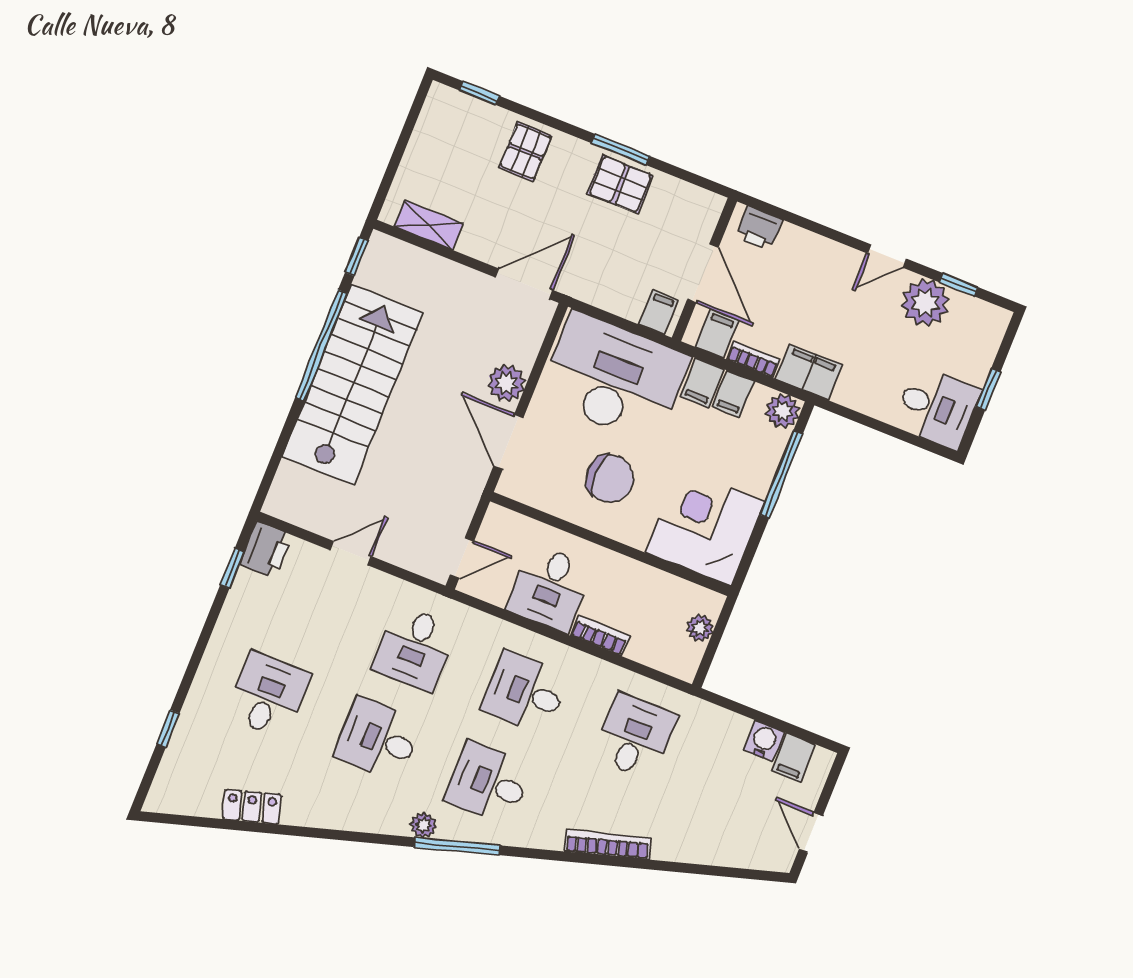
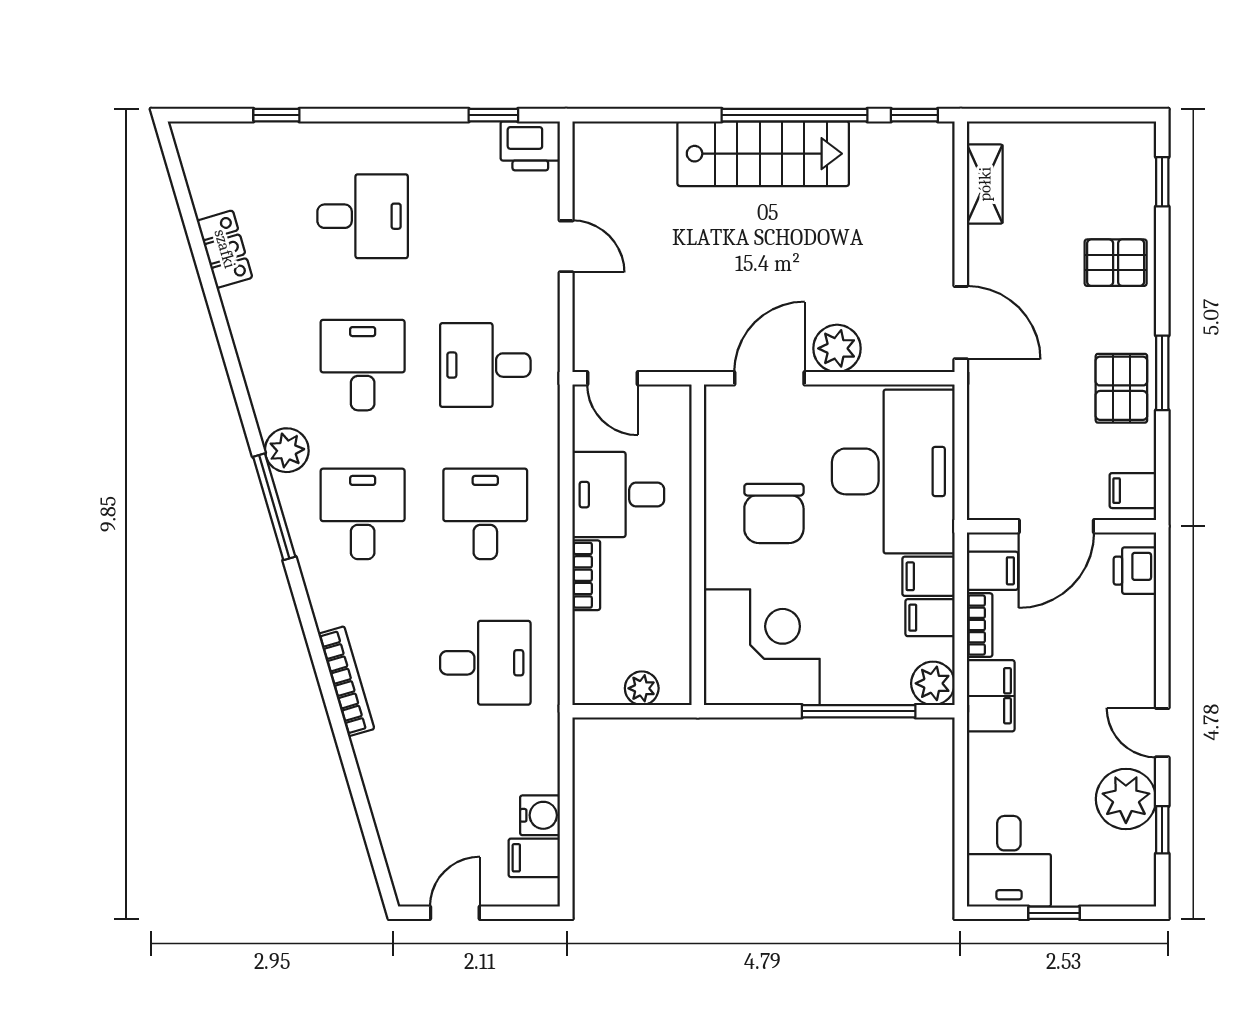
filing cabinet: (659, 312) -> (1133, 491), moved, turned 180
stairs: (353, 385) -> (763, 154), width x0.73, depth x0.66
plant: (423, 825) -> (287, 450), width x1.38, depth x1.38

